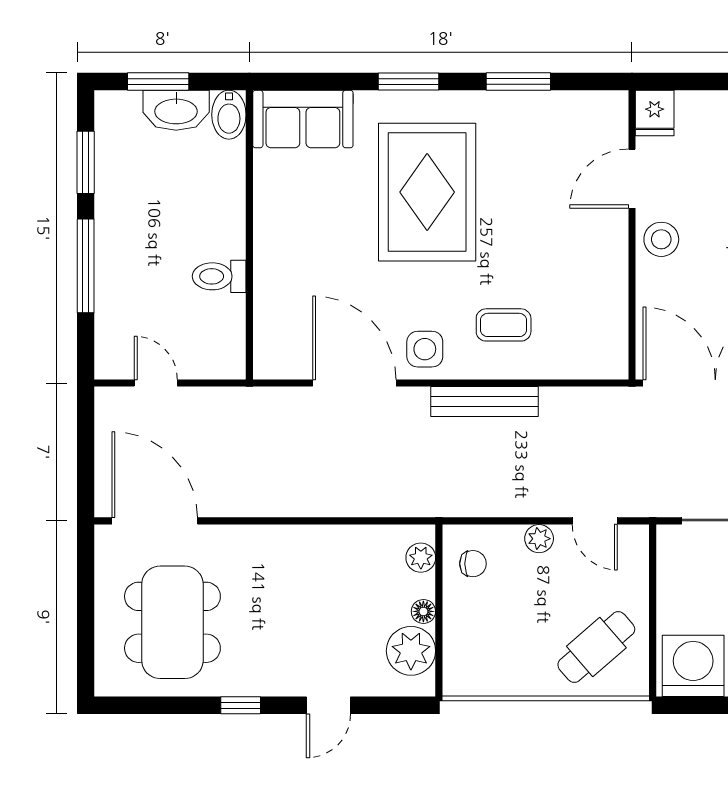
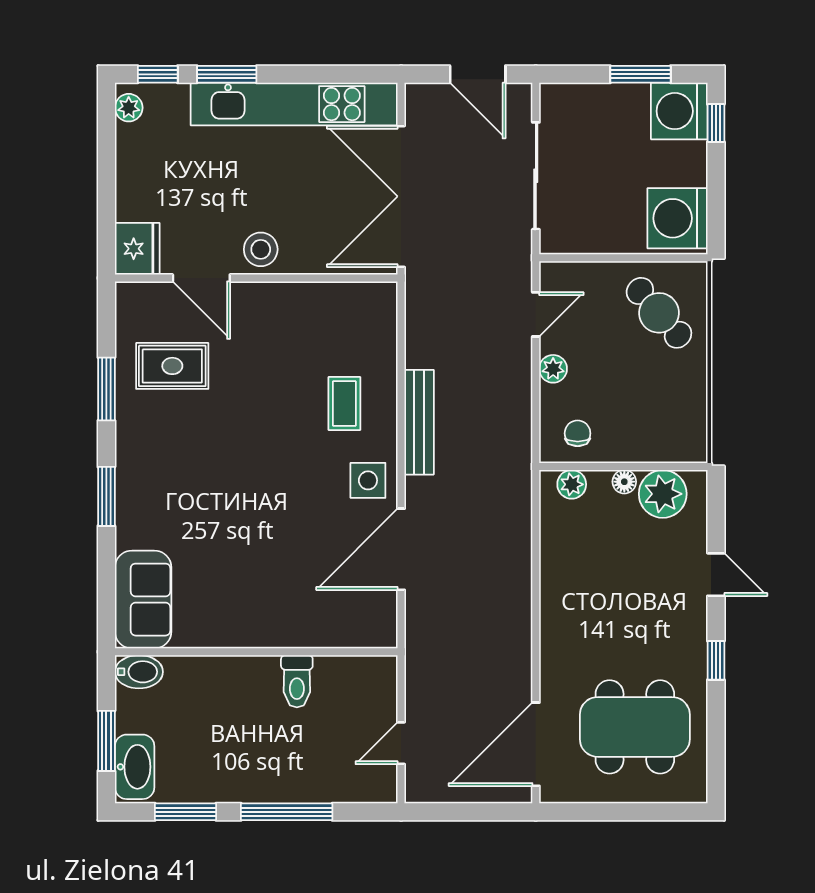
washbasin: (176, 110) -> (135, 767), moved
fridge: (655, 113) -> (137, 249), width x1.38
rug: (427, 192) -> (172, 366), moved, width x0.54, depth x0.49

